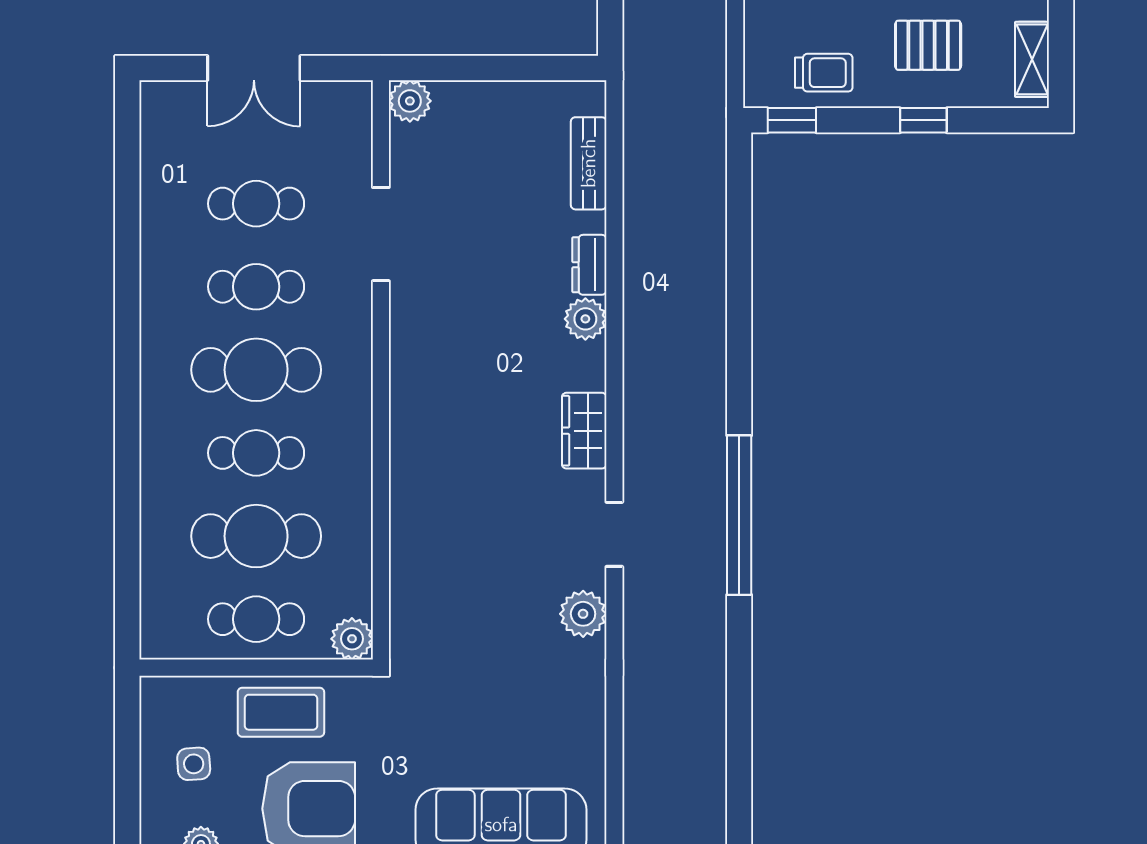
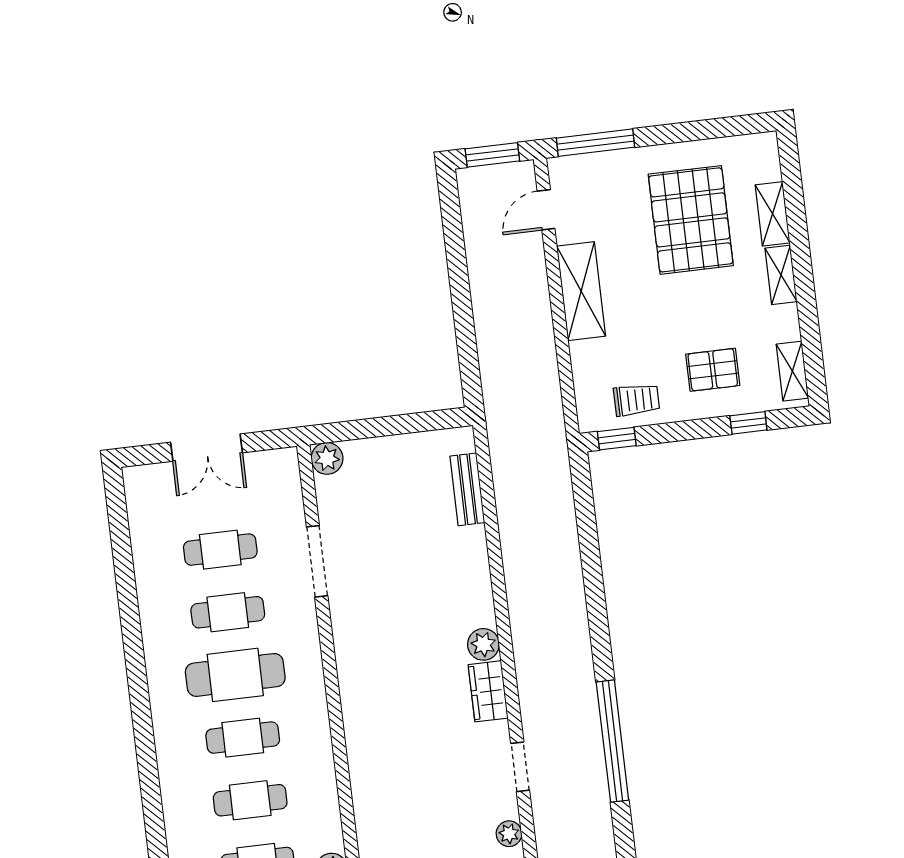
window: (923, 120) -> (748, 423), moved
dresser: (589, 265) -> (477, 566), removed
plant: (585, 319) -> (483, 644), moved
cafe table: (256, 536) -> (250, 800), width x0.73, depth x0.74
plant: (583, 614) -> (509, 834), width x0.73, depth x0.73

